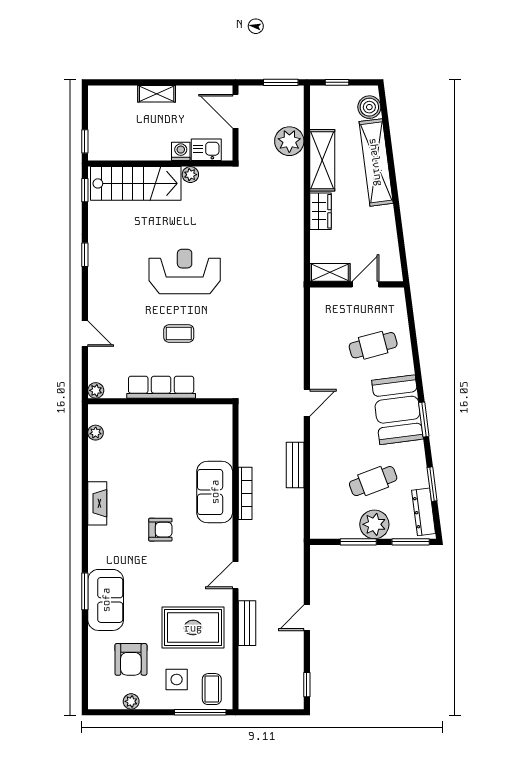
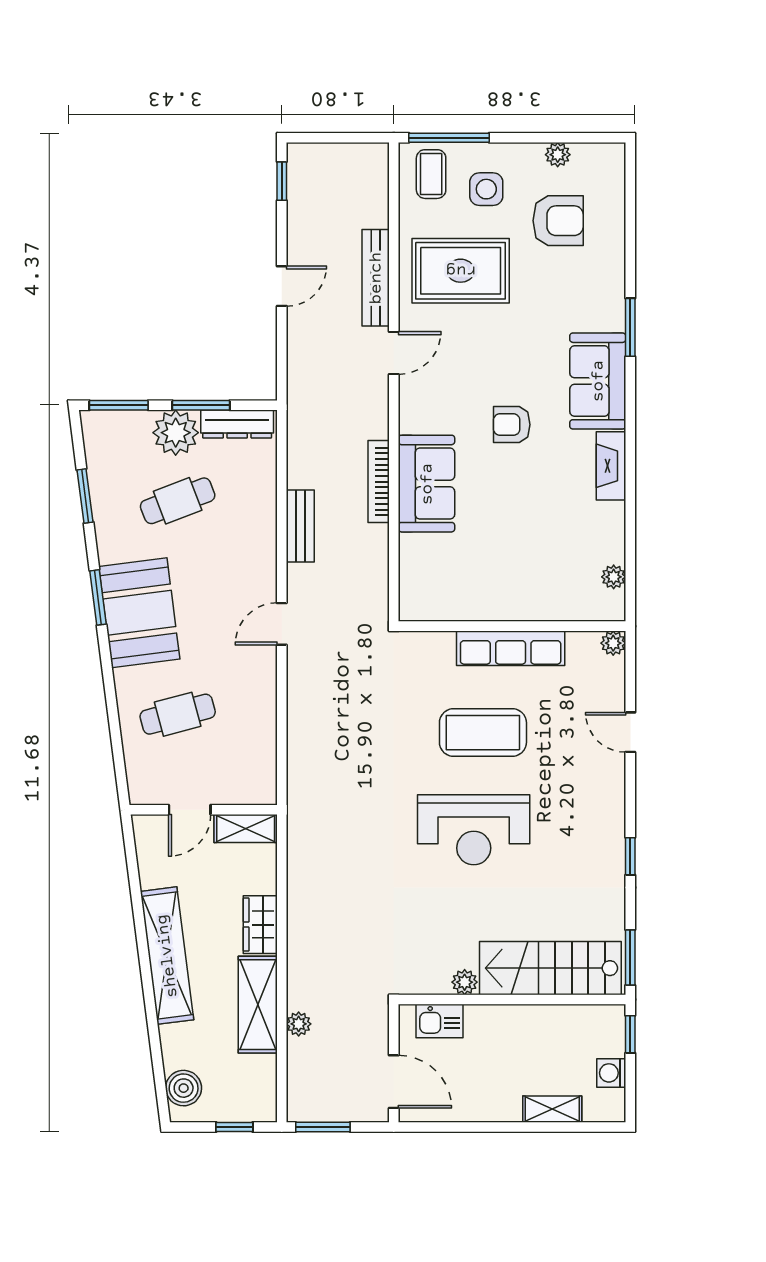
shelving: (157, 94) -> (552, 1109), moved
plant: (289, 141) -> (299, 1024), width x0.53, depth x0.53
washing machine: (181, 151) -> (611, 1073), moved, turned 90
shelving: (376, 162) -> (167, 956), moved
window: (85, 190) -> (630, 958), width x1.50
coffee table: (179, 333) -> (483, 733), width x1.86, depth x1.72
dresser: (424, 512) -> (237, 424), moved, turned 97
sofa: (106, 600) -> (598, 381), moved
bench: (247, 623) -> (376, 278), width x1.36
armchair: (131, 659) -> (558, 221), turned 90

